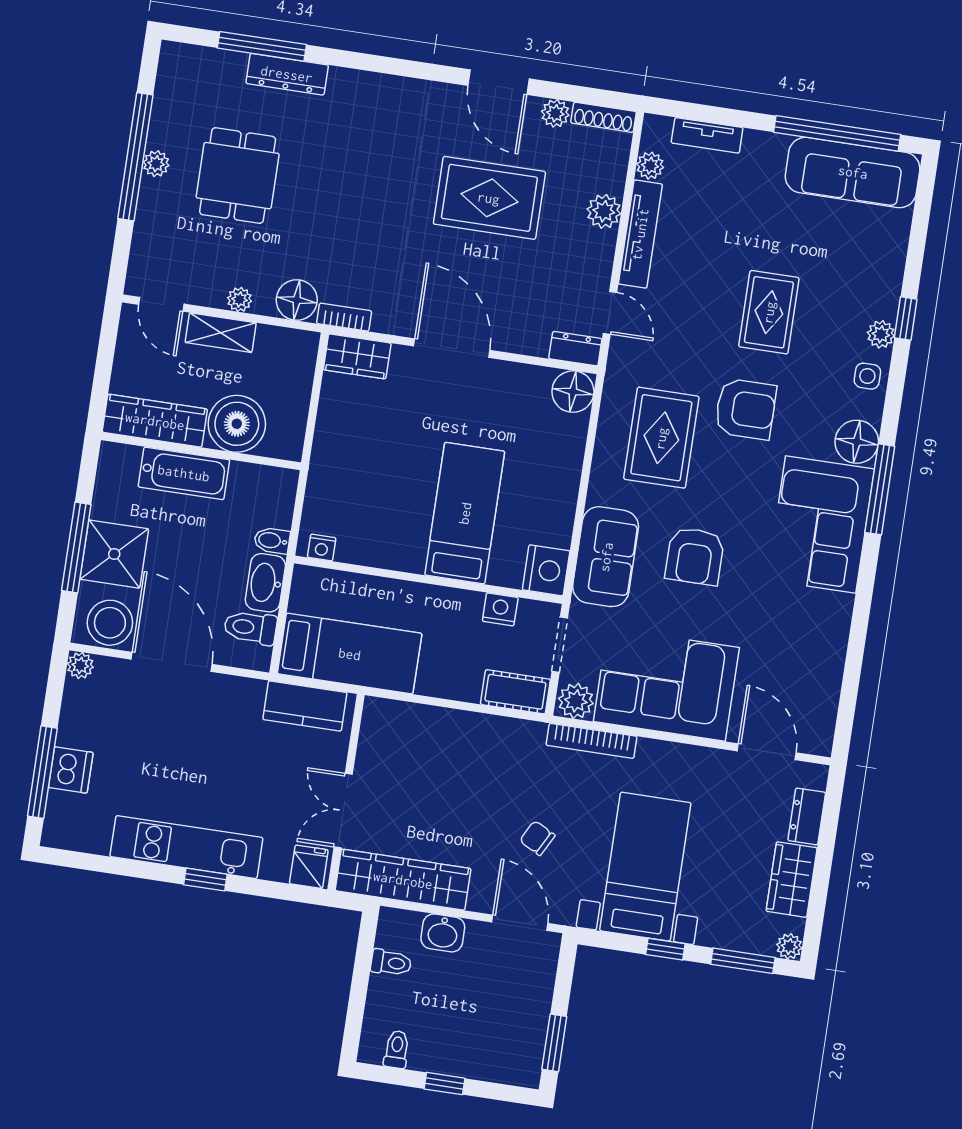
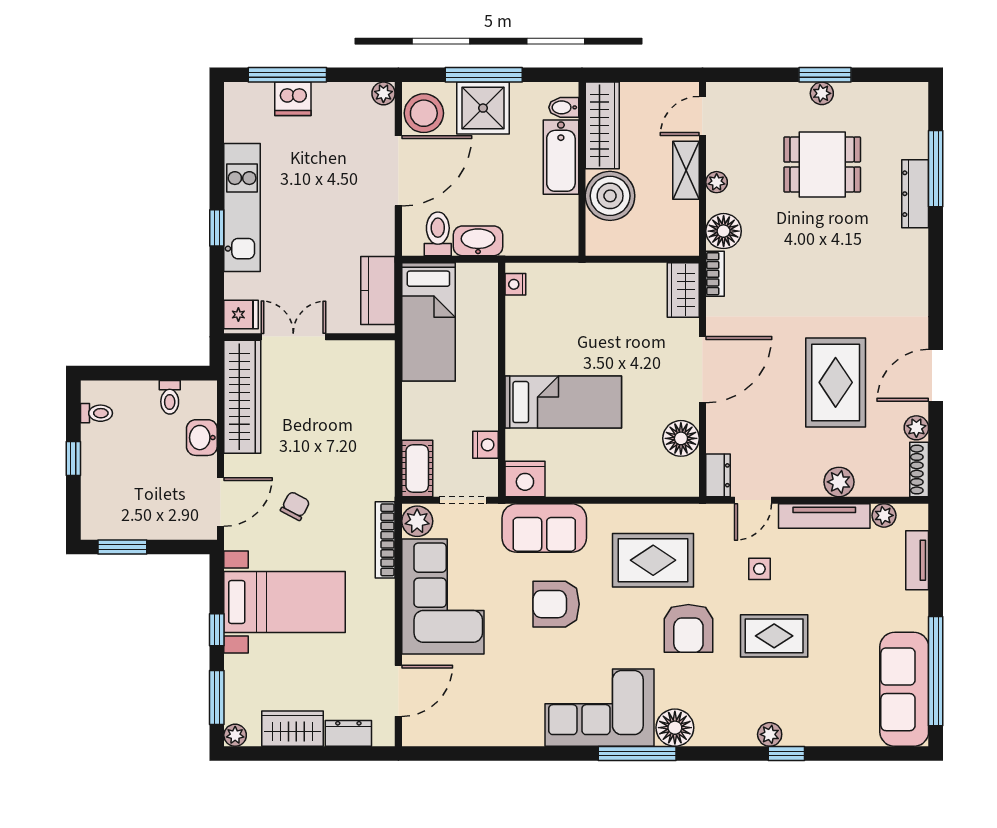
window: (135, 157) -> (825, 75), width x0.47
side table: (867, 376) -> (759, 569), moved
floor lamp: (573, 392) -> (681, 438), moved
bidet: (272, 540) -> (564, 107), moved, turned -90

